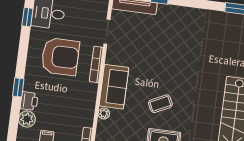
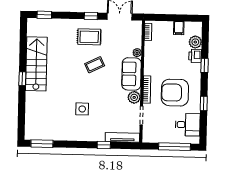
window: (27, 17) -> (204, 103), moved
side table: (182, 48) -> (82, 109), added
plant: (114, 56) -> (134, 97), added

